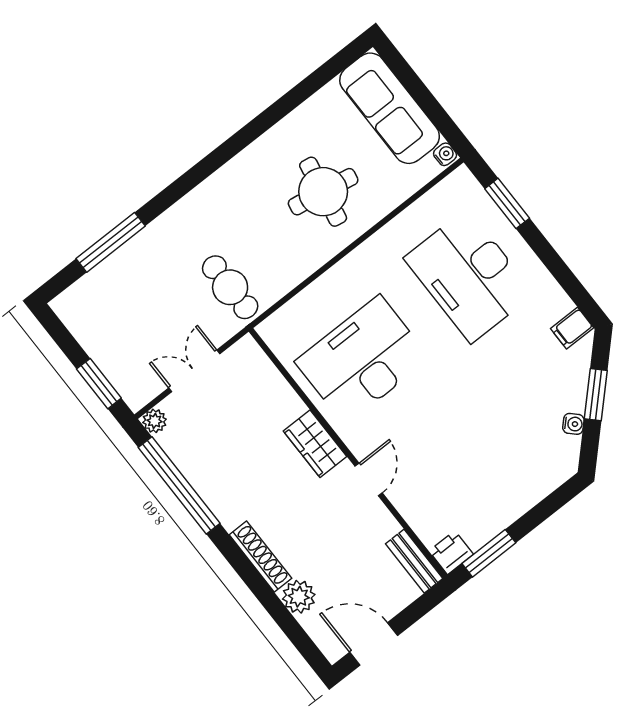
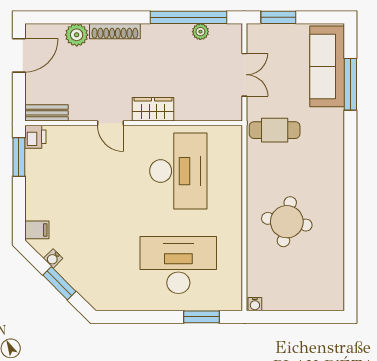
sofa: (390, 108) -> (327, 66), moved, turned -90
filing cabinet: (572, 328) -> (37, 230), moved, turned 90
plant: (155, 421) -> (200, 32), moved

